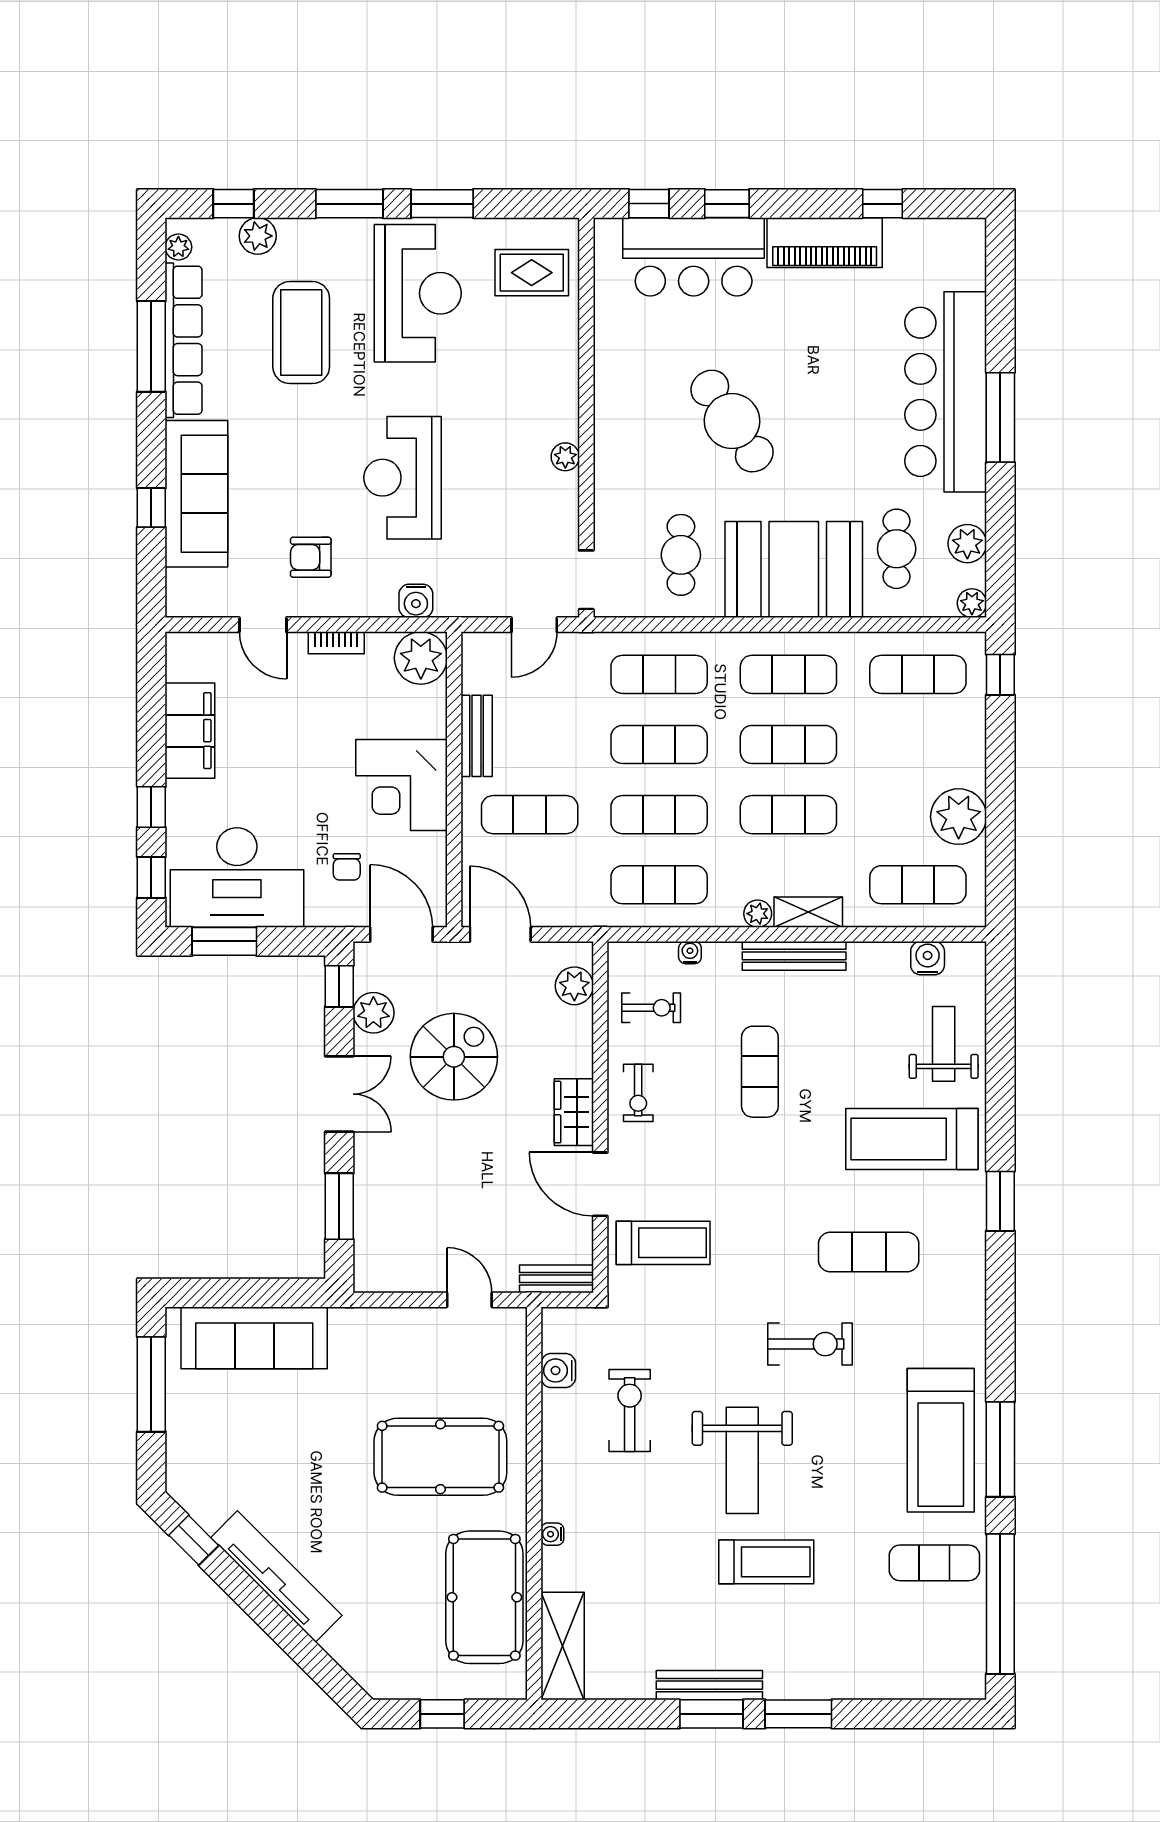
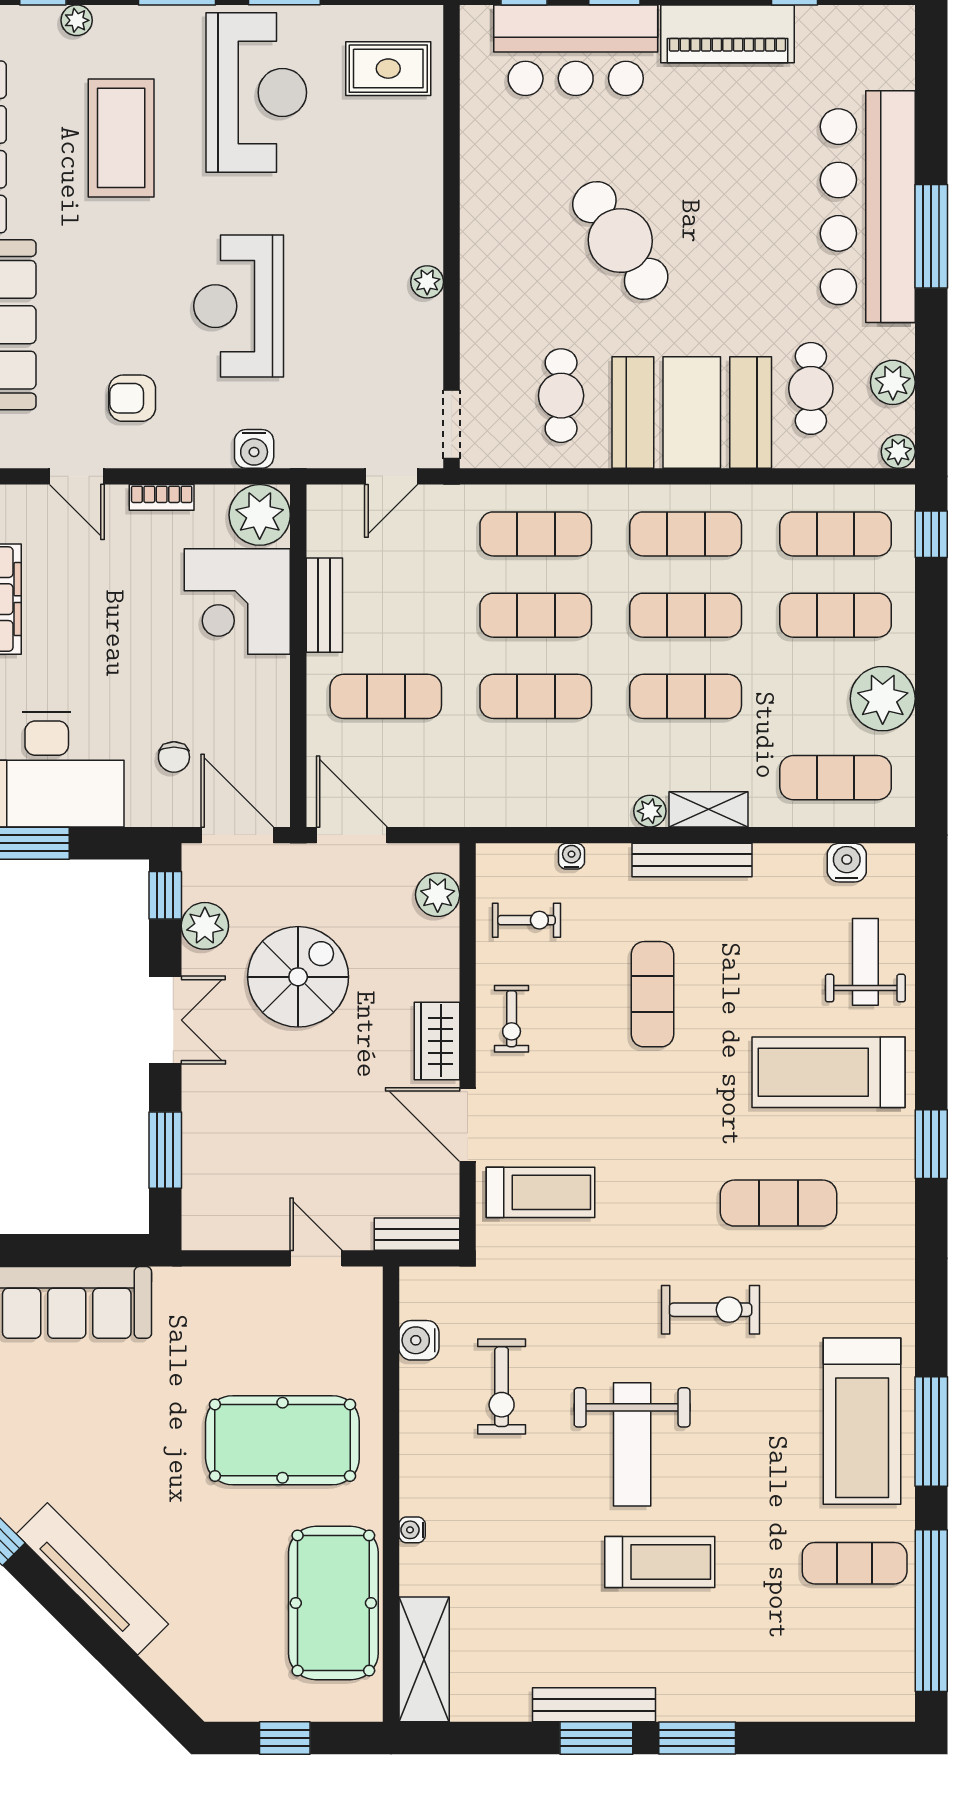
plant: (258, 236) -> (77, 20), width x0.73, depth x0.73
corner desk: (401, 785) -> (237, 602), moved
exercise mat: (659, 885) -> (836, 615), moved
exercise bike: (630, 1410) -> (502, 1387), turned 180

